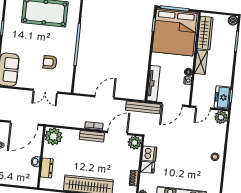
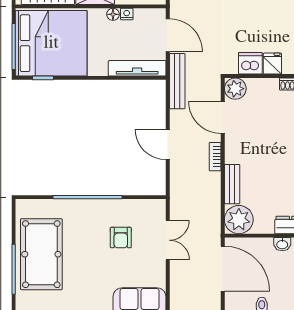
bench: (92, 136) -> (232, 184), moved

